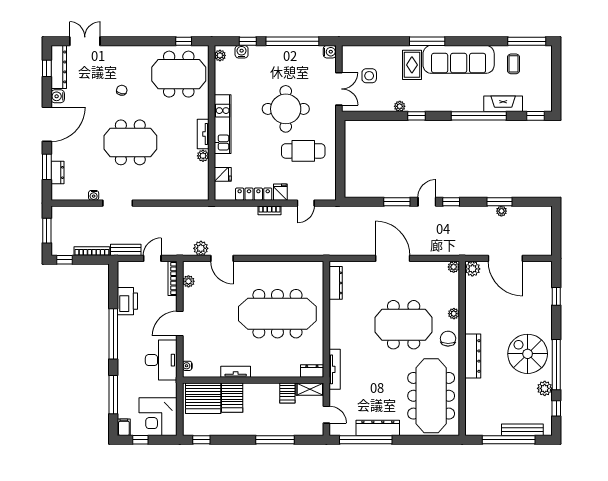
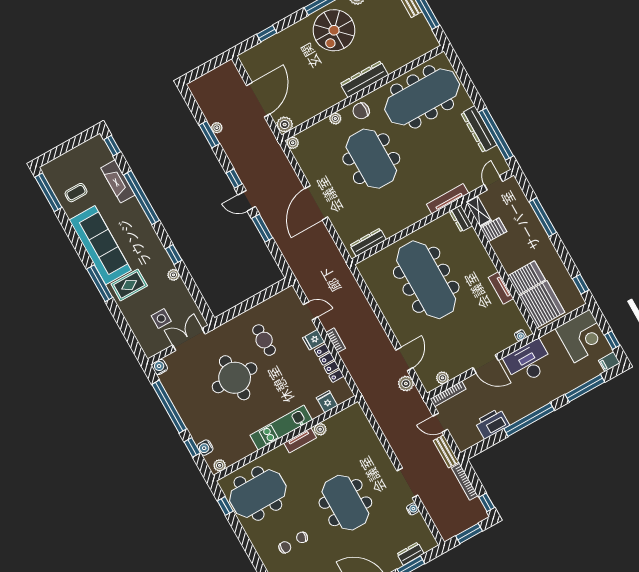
chair: (122, 71) -> (285, 547), added
meeting table: (179, 74) -> (258, 494), turned 90
cafe table: (303, 151) -> (264, 340), width x0.73, depth x0.74

